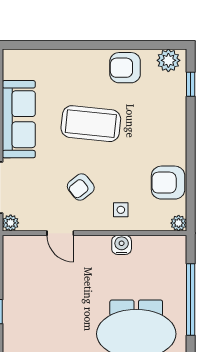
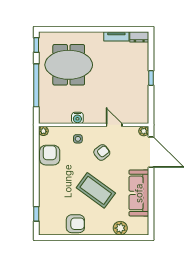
plant: (168, 60) -> (120, 228), moved
coffee table: (91, 124) -> (96, 190), turned 30
armchair: (168, 183) -> (50, 155), turned -90

